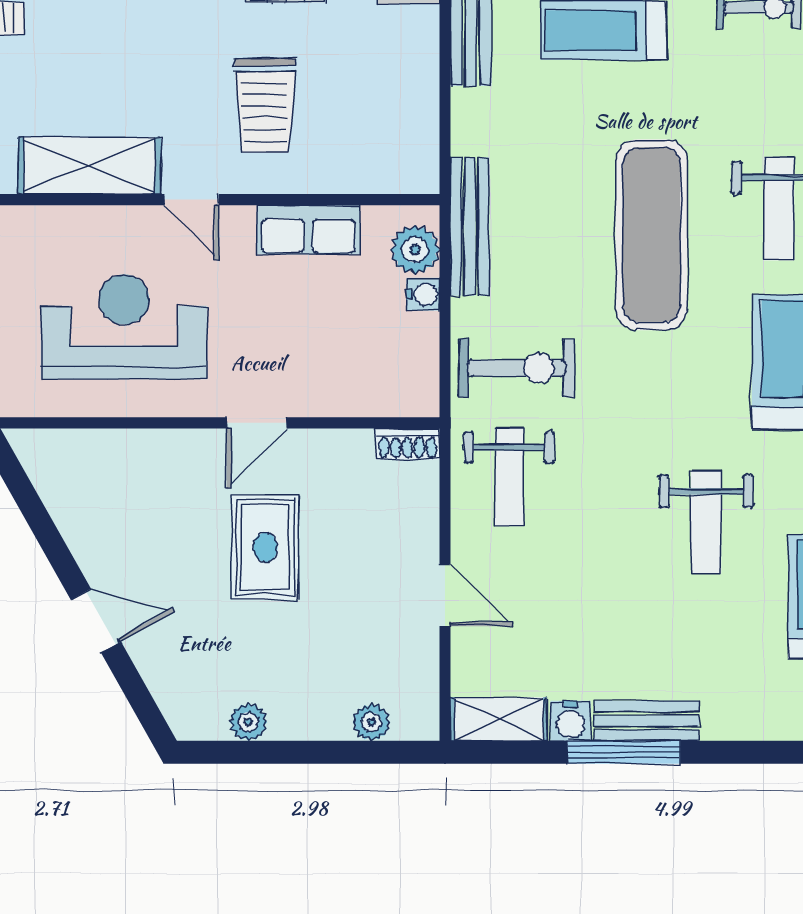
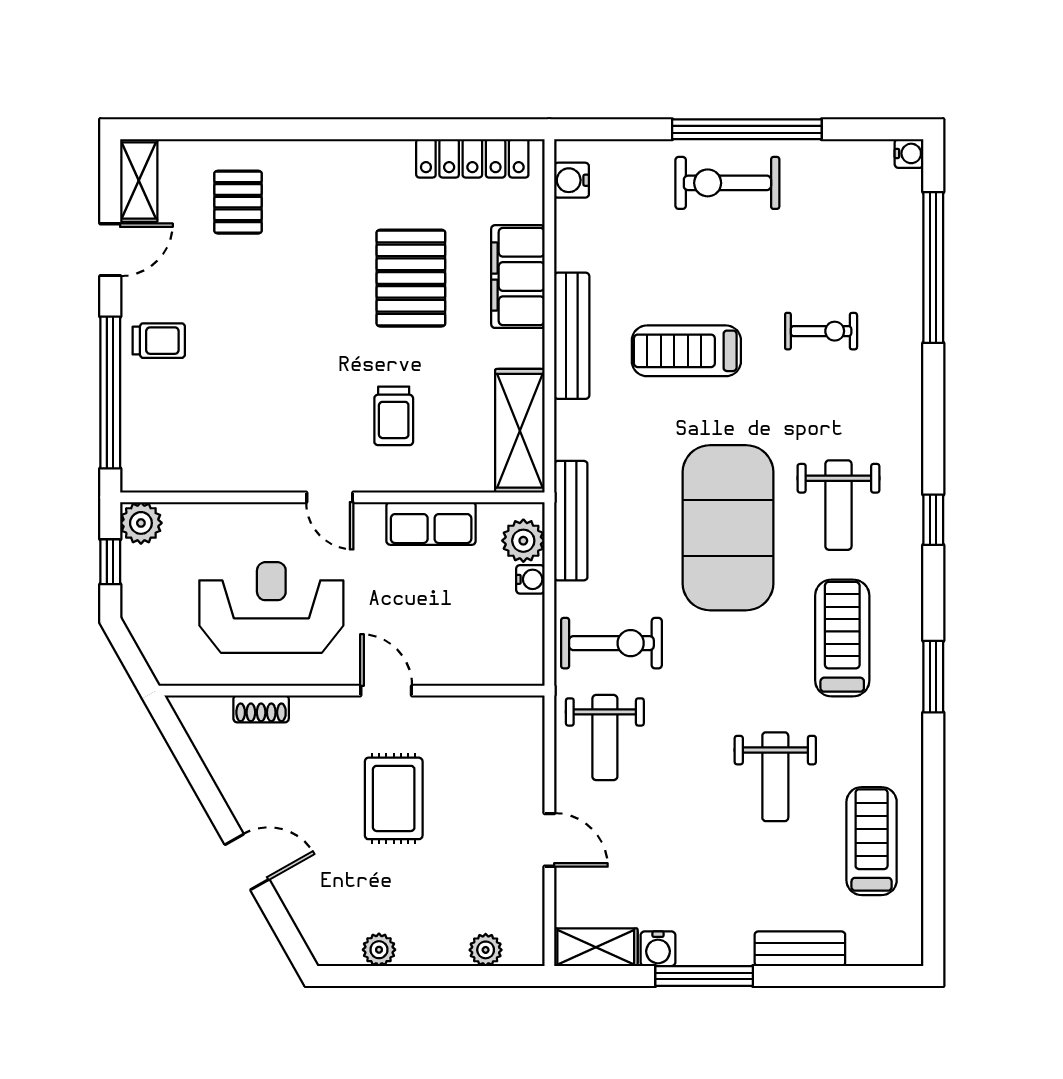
trolley: (265, 105) -> (394, 416), width x0.73, depth x0.72
shelving: (90, 166) -> (520, 431), moved, turned 90
exercise mat: (651, 235) -> (728, 528), width x1.47
door: (257, 423) -> (386, 691), swing flipped
shoe rack: (408, 444) -> (261, 709), moved
bench: (647, 721) -> (800, 949), moved

